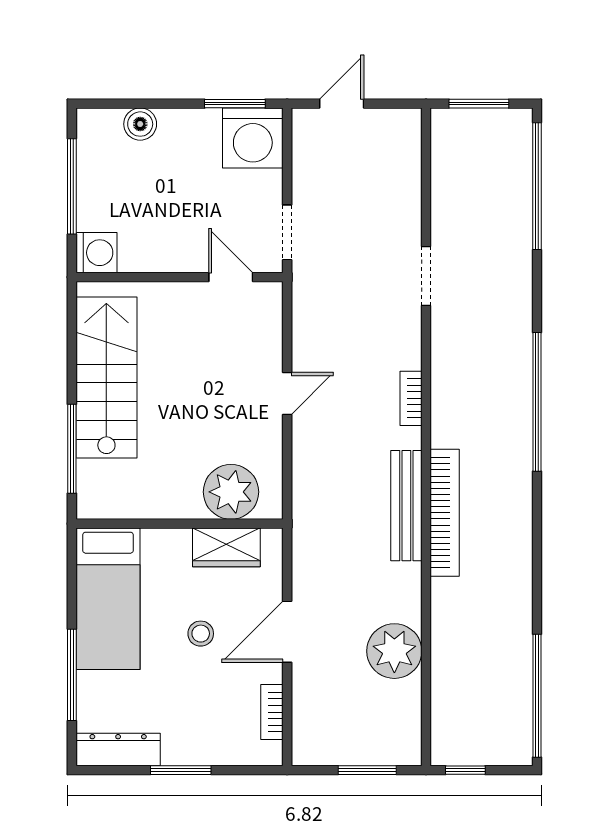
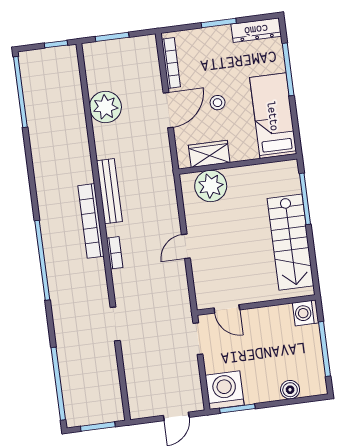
bookcase: (445, 513) -> (91, 221), moved
bookcase: (272, 712) -> (171, 63), width x1.56

